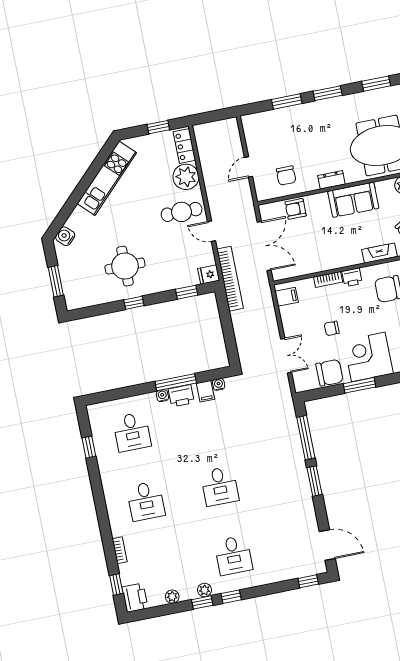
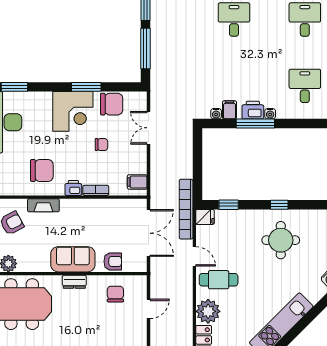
sofa: (353, 200) -> (73, 259), moved
double door: (264, 246) -> (149, 233), swing flipped
chair: (330, 373) -> (112, 104), turned 180

